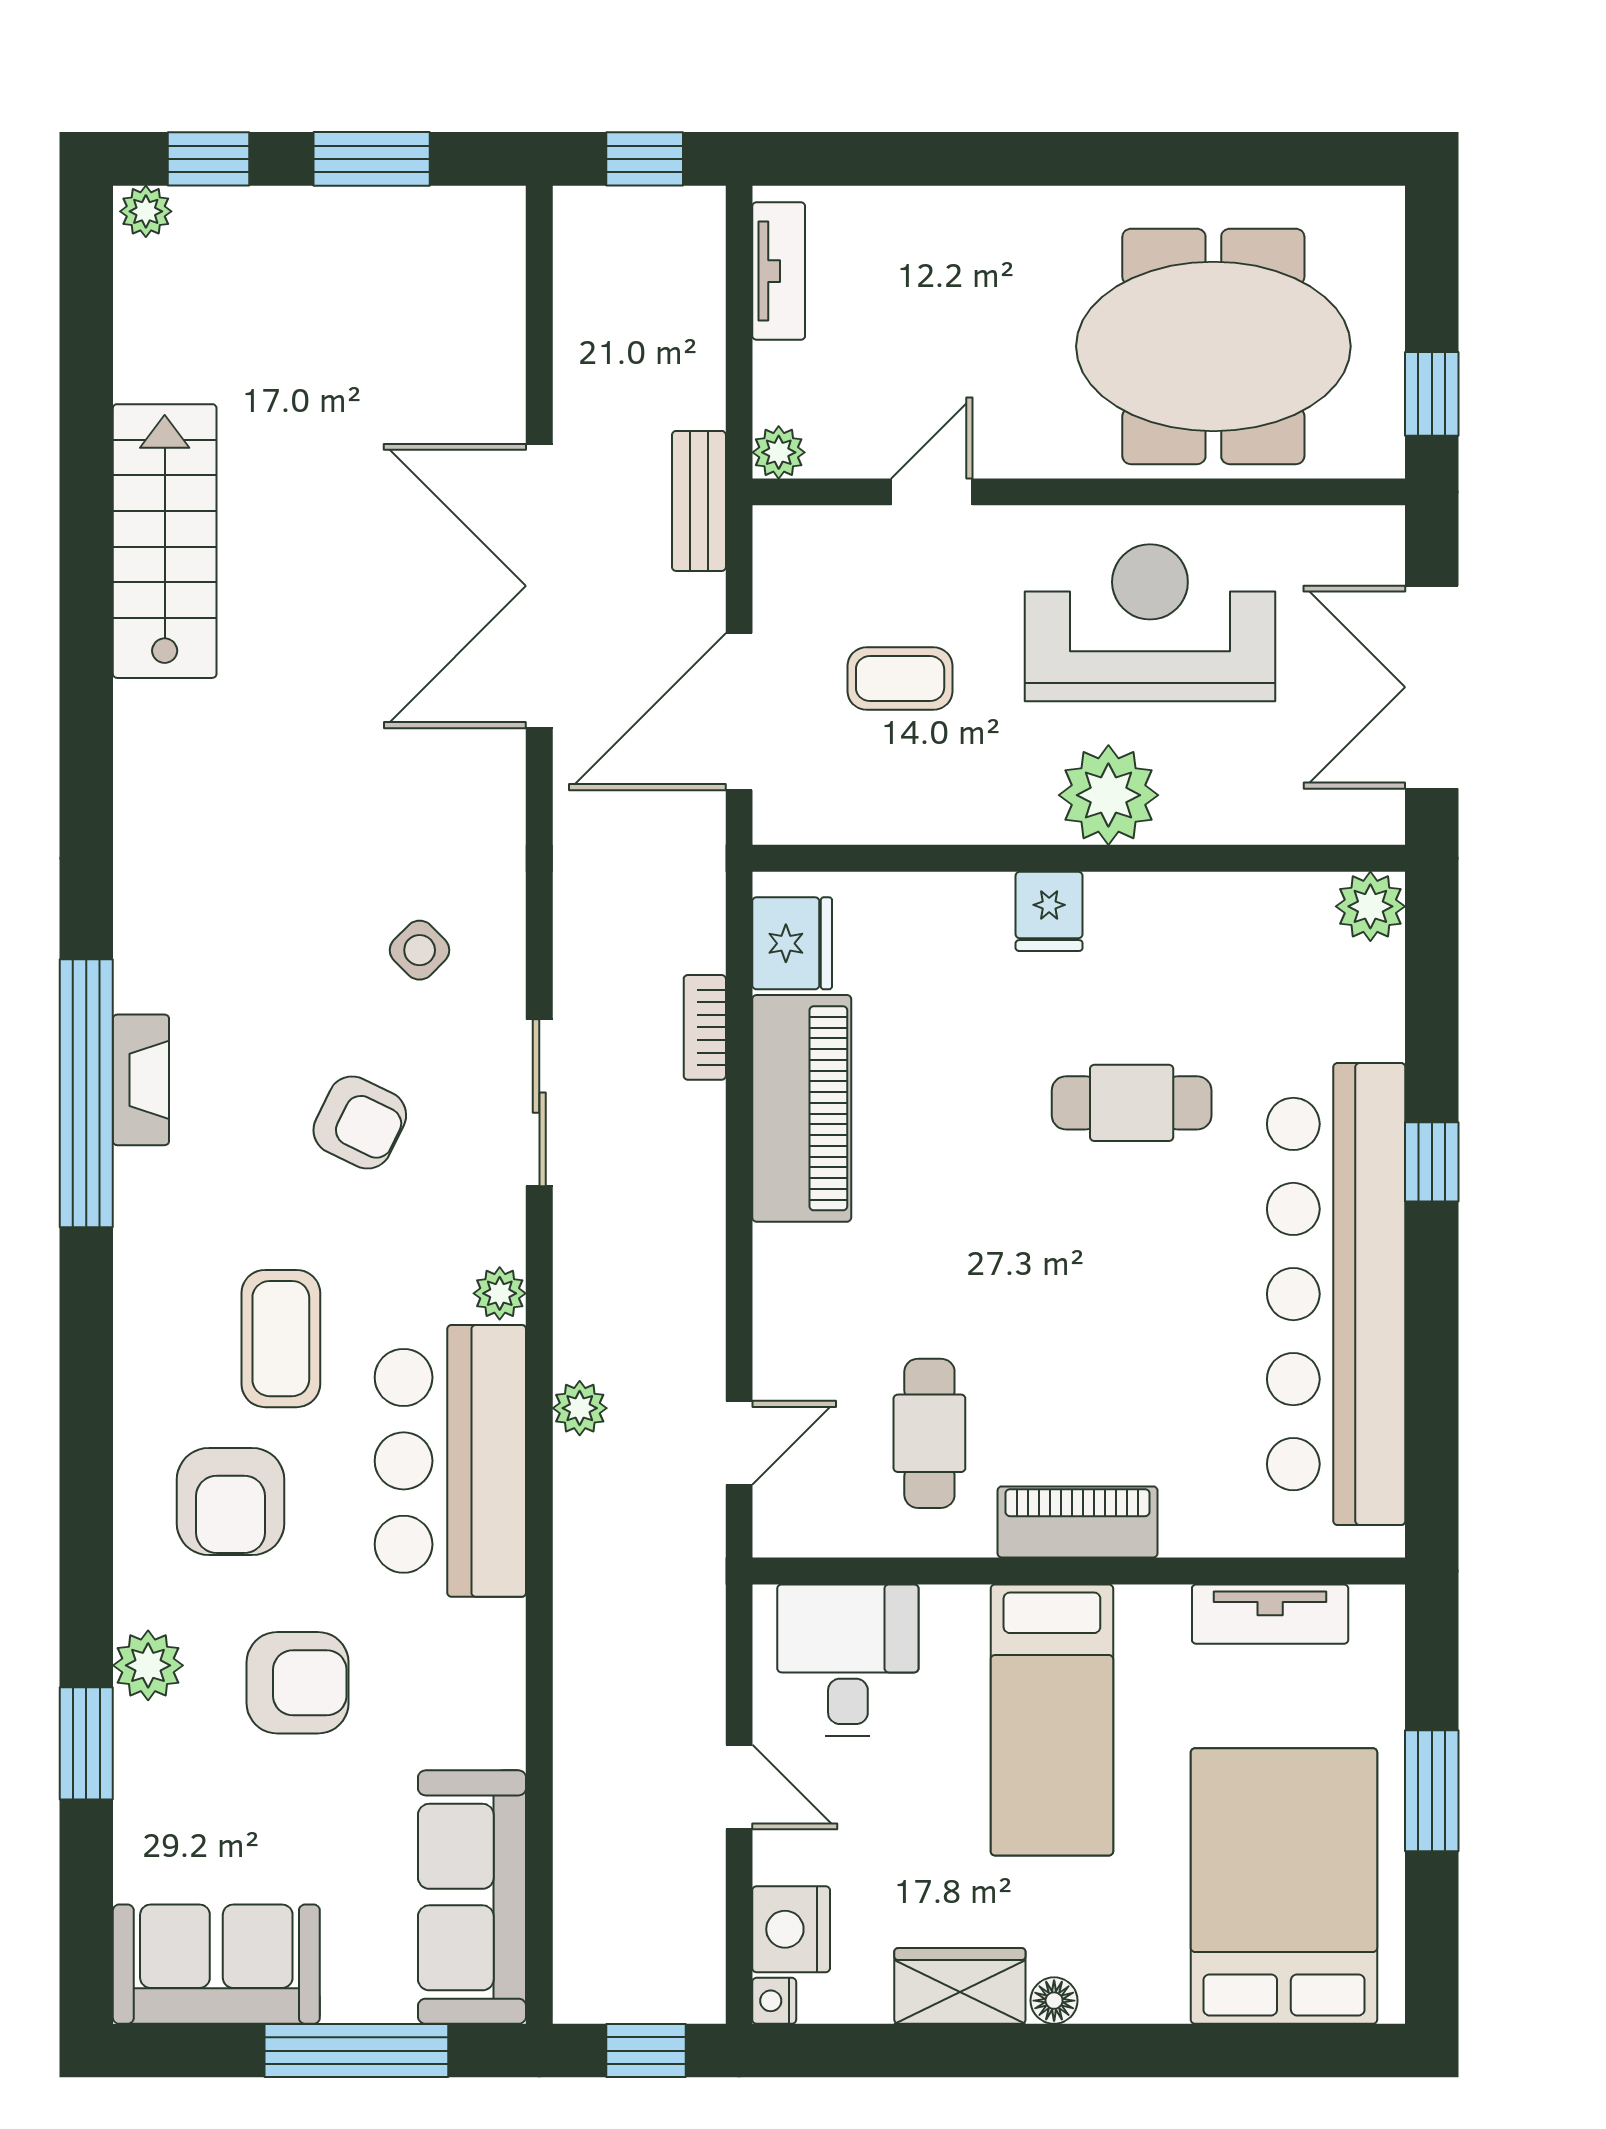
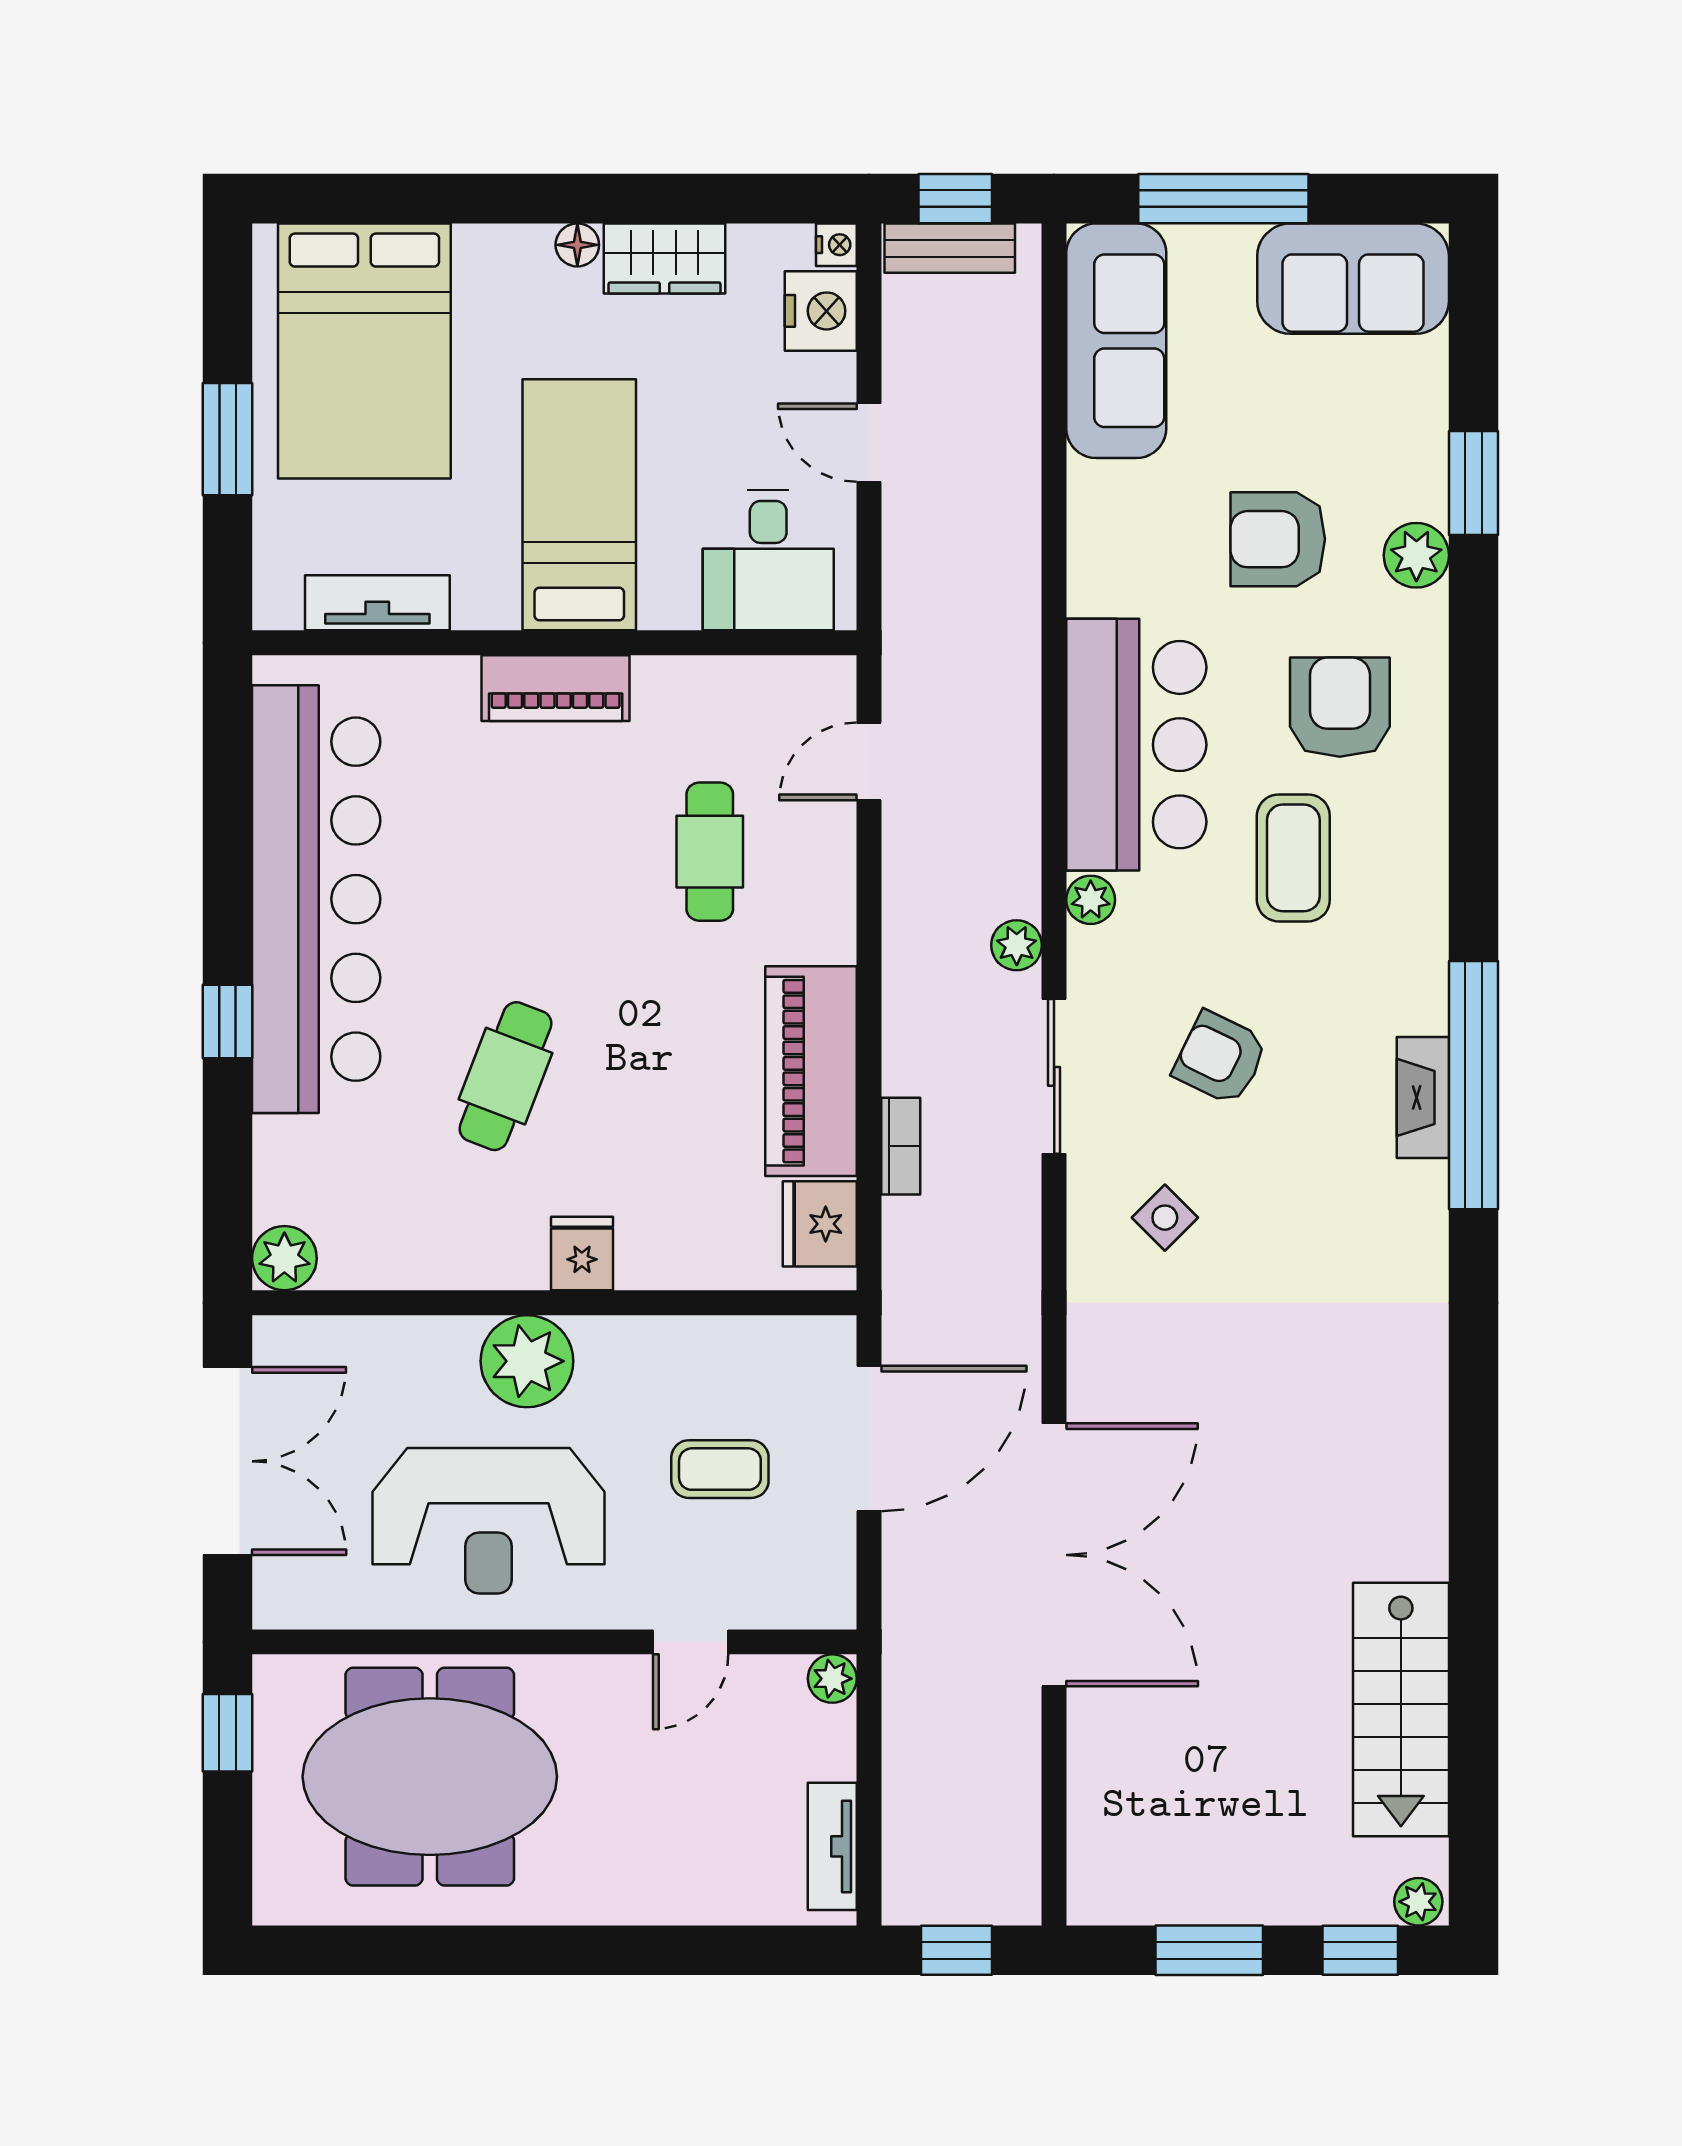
bench: (699, 501) -> (950, 248), moved, turned 90
stairs: (165, 541) -> (1401, 1710), moved
cafe table: (1132, 1103) -> (505, 1076), turned -69
plant: (580, 1408) -> (1017, 945), moved
cafe table: (929, 1433) -> (710, 852), moved

